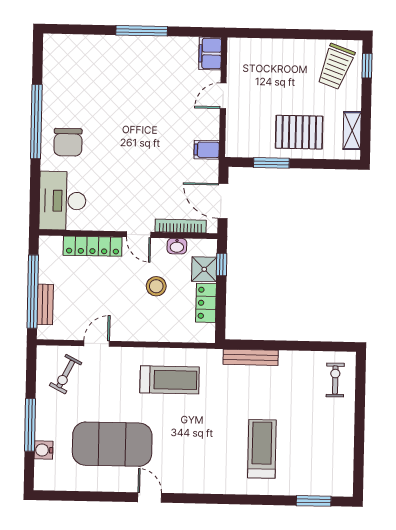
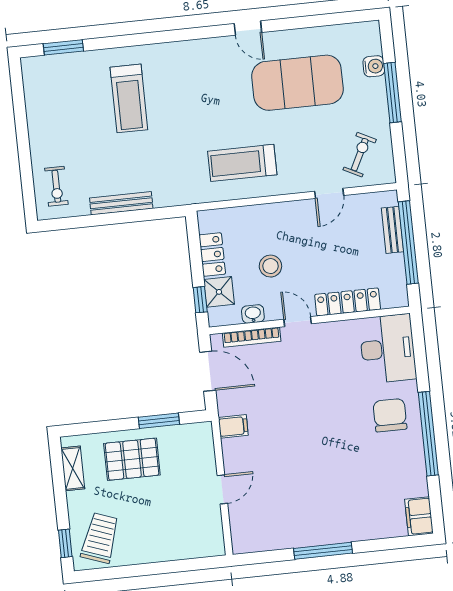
filing cabinet: (210, 54) -> (419, 516), moved, turned 180
bench: (251, 357) -> (121, 203), moved

